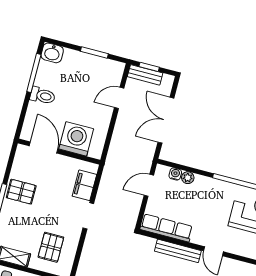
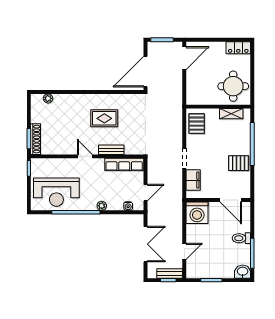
washing machine: (76, 139) -> (197, 213), moved
plant: (188, 178) -> (102, 206), moved
pallet: (51, 247) -> (197, 124), moved
bench: (178, 251) -> (111, 150), width x0.73

